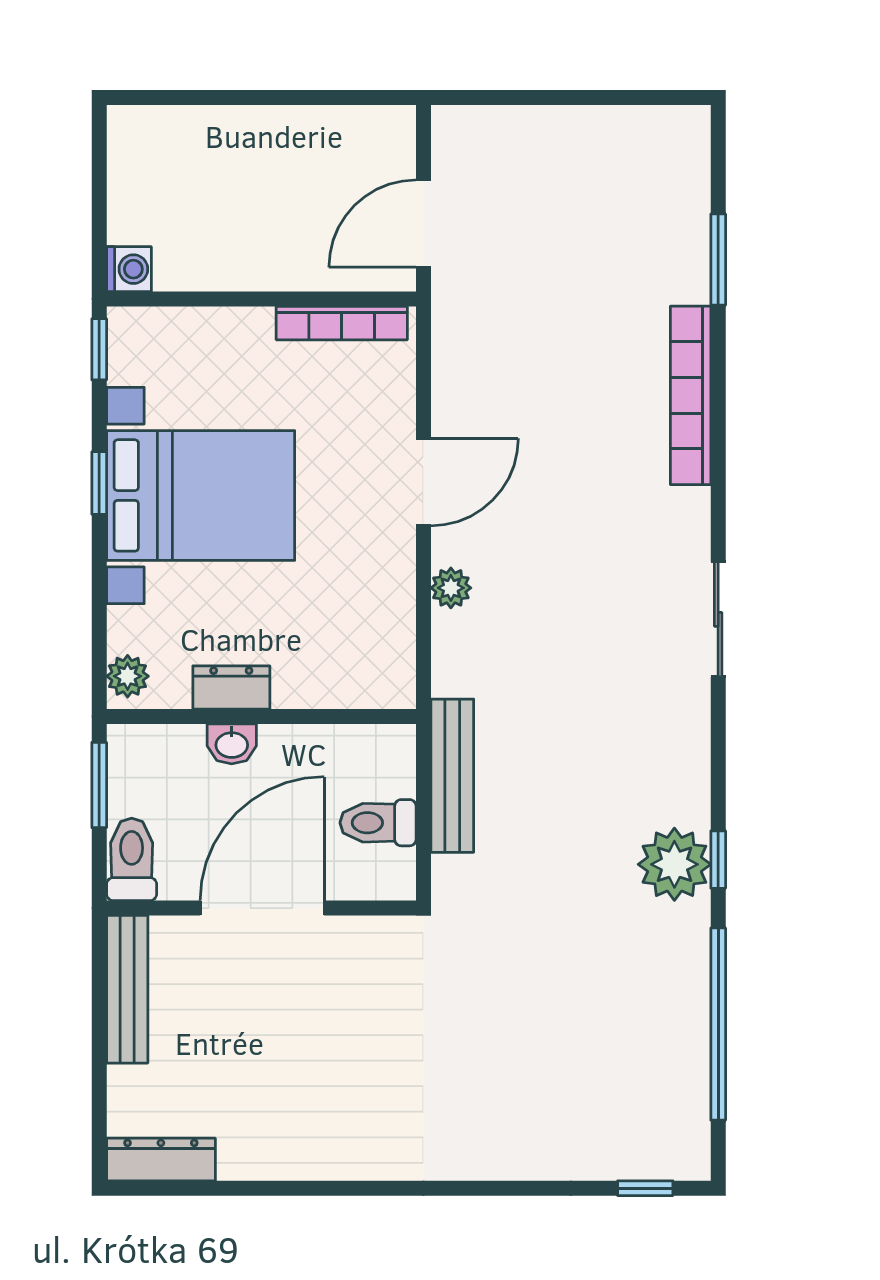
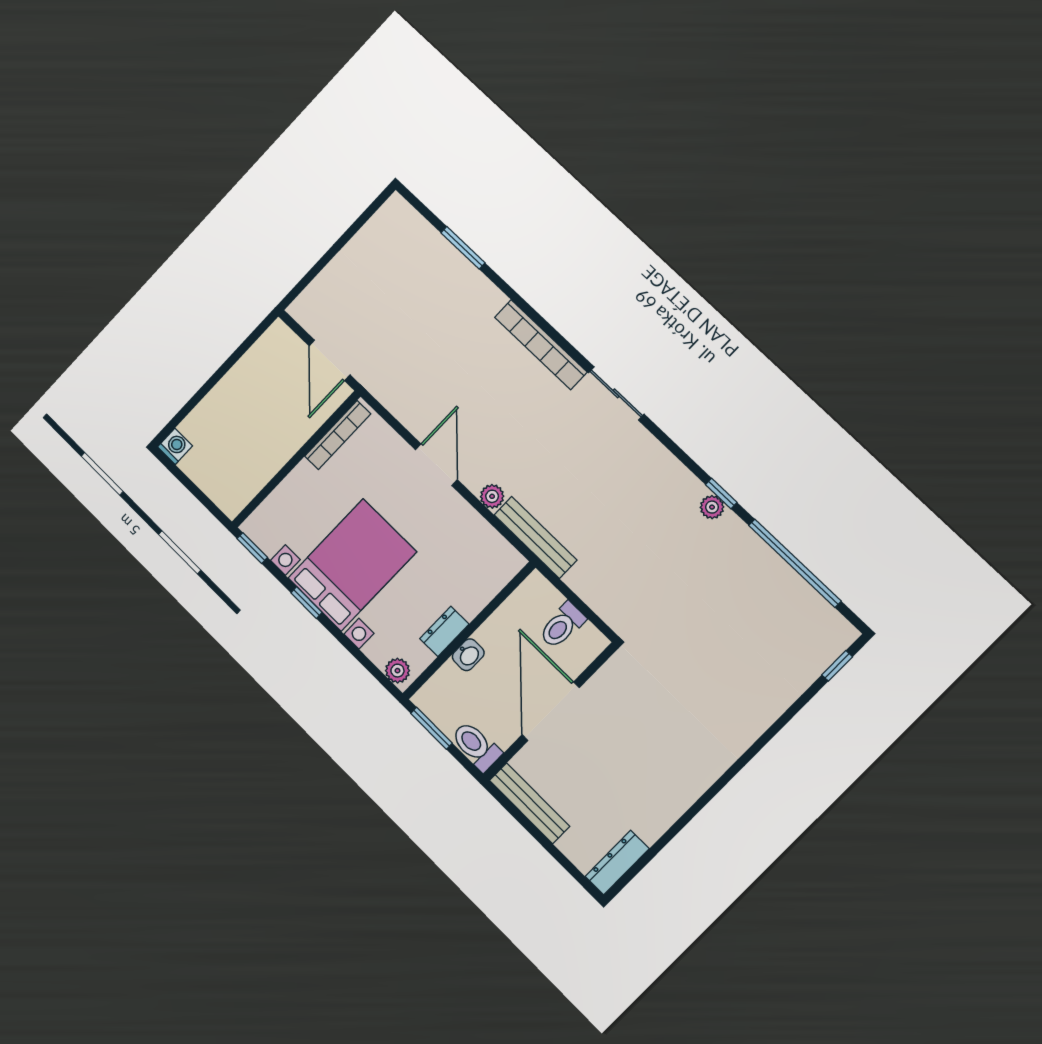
washing machine: (129, 269) -> (175, 446), moved
bookcase: (691, 395) -> (541, 345), moved
bench: (452, 776) -> (535, 537), moved
plant: (674, 864) -> (712, 507), width x0.53, depth x0.53

